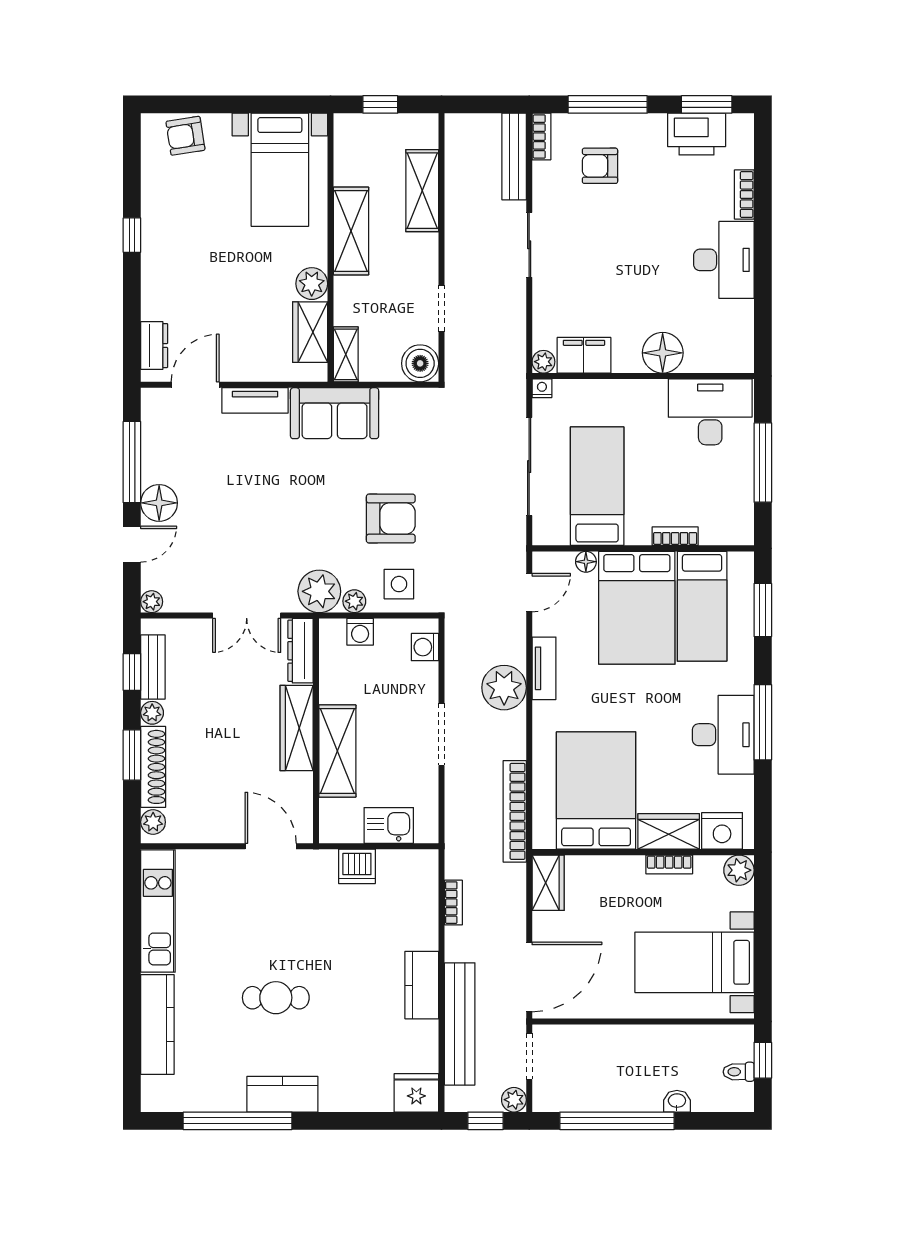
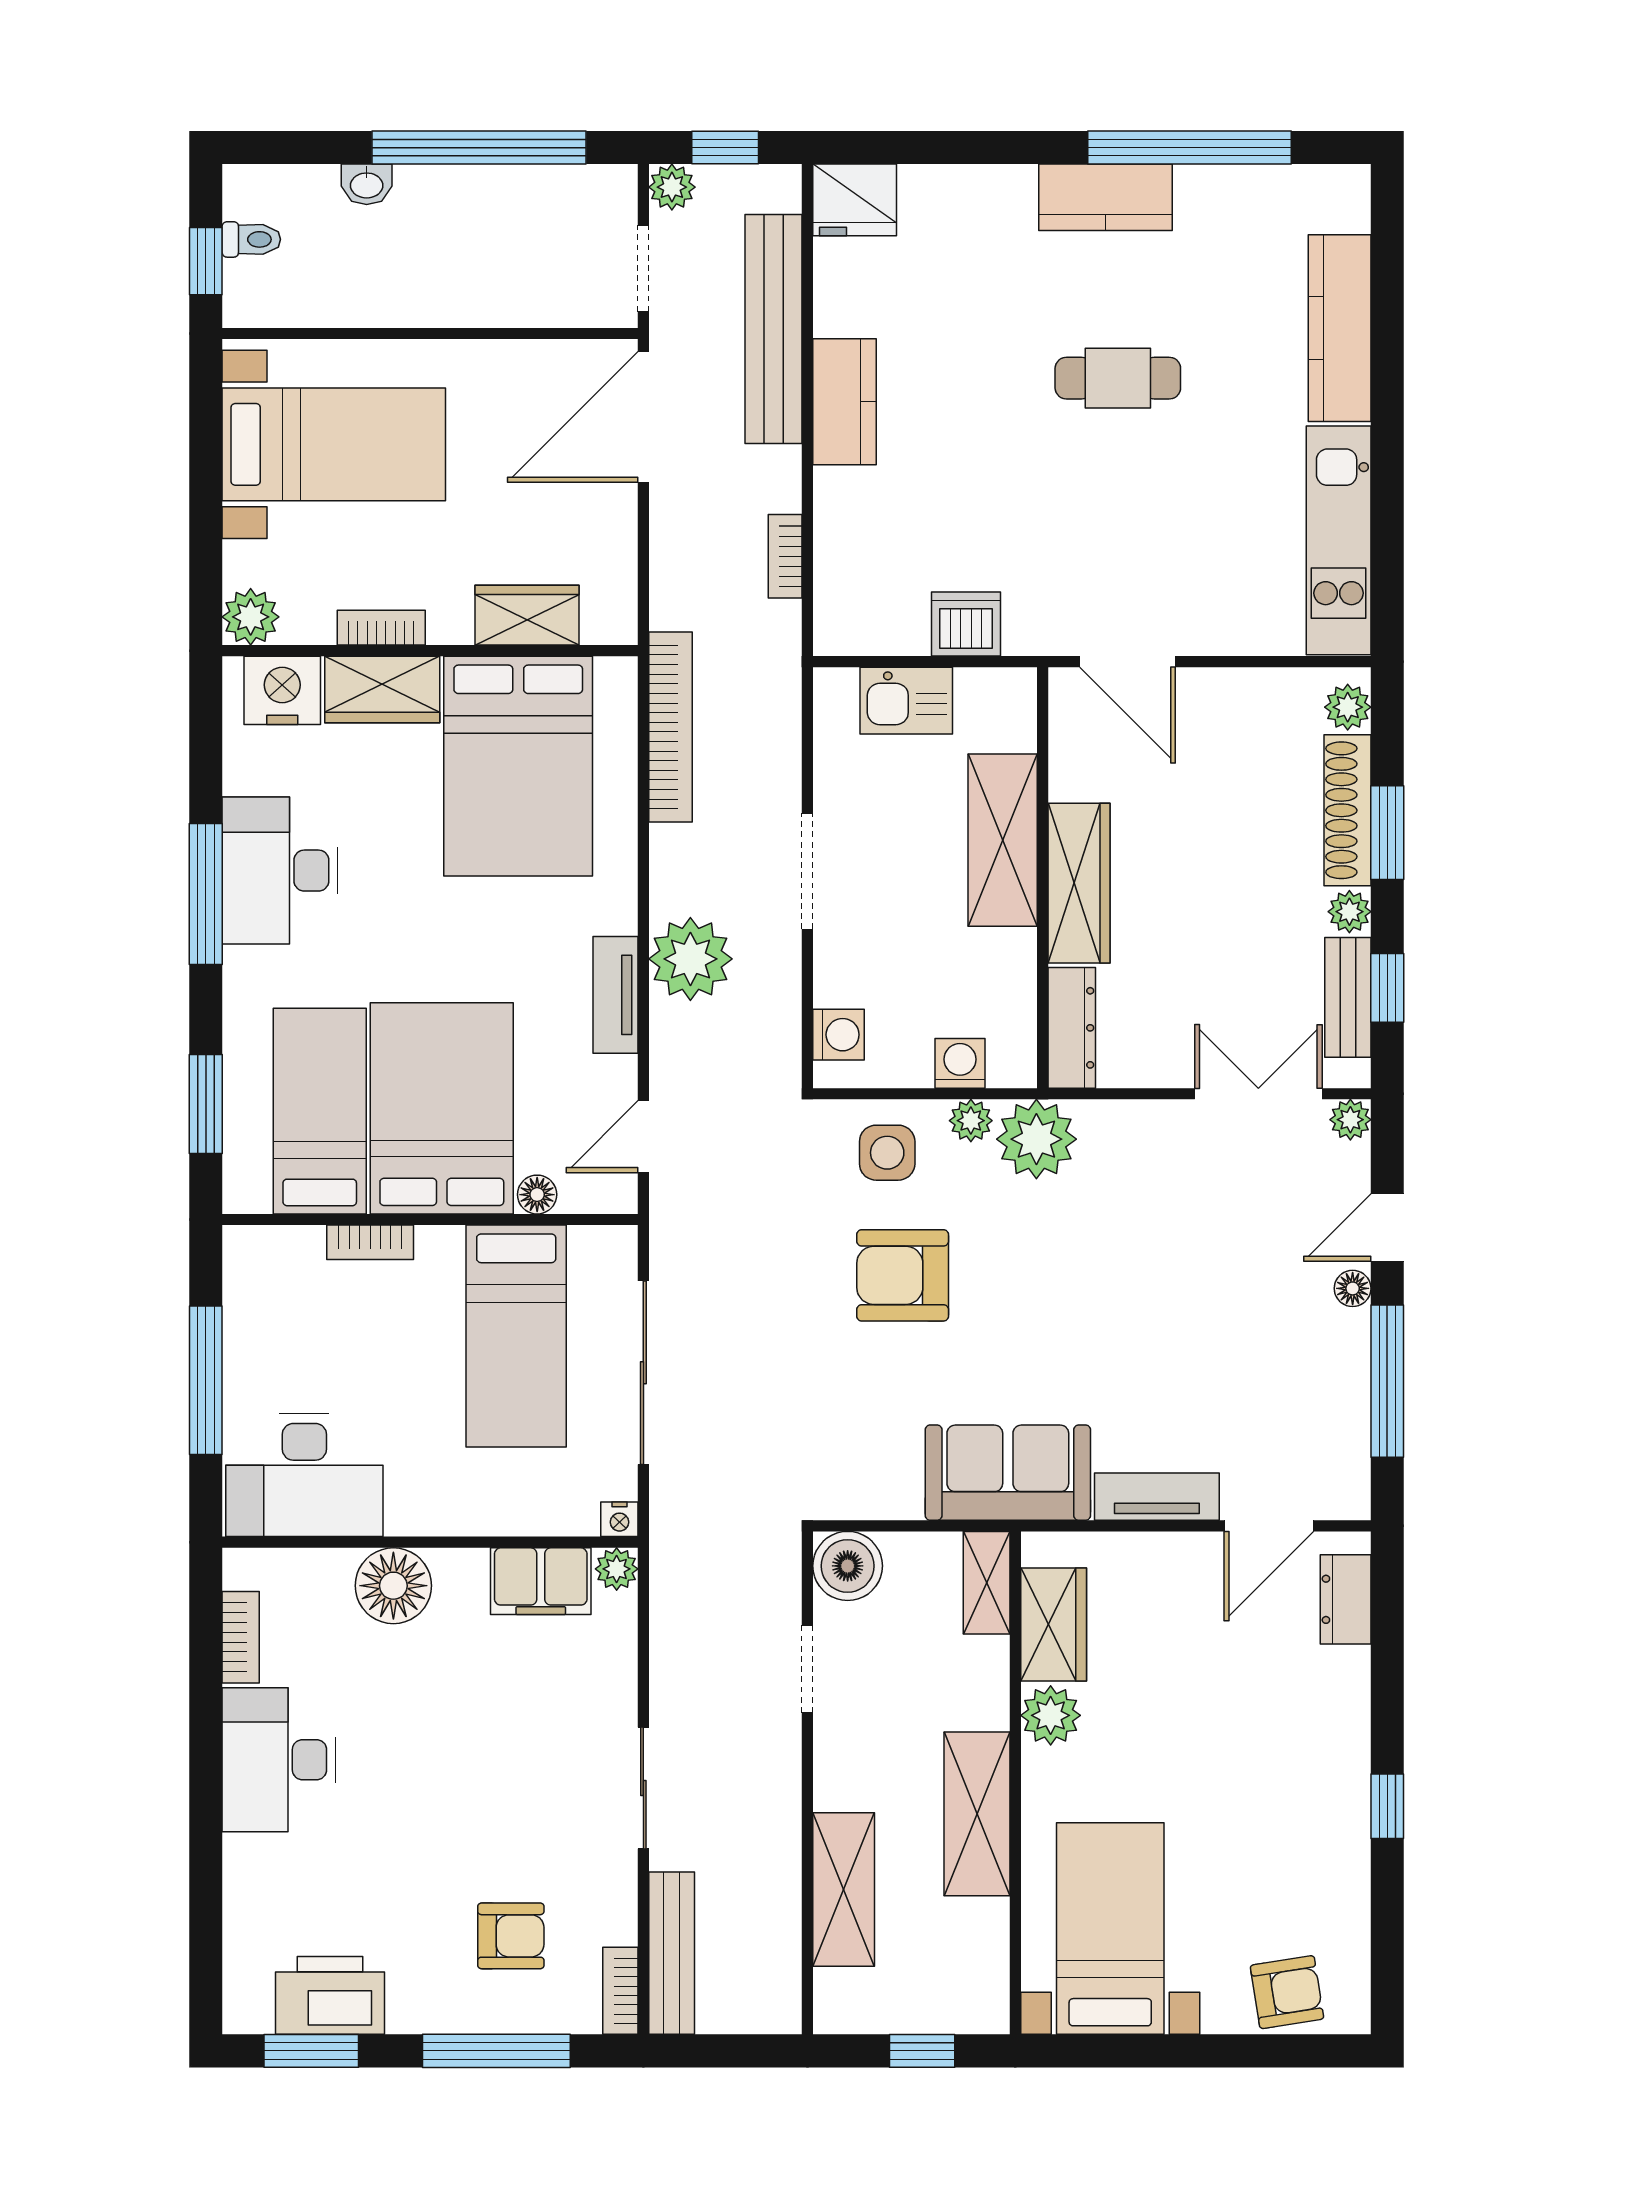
bookcase: (744, 194) -> (241, 1637), moved
floor lamp: (159, 503) -> (1353, 1288), width x0.53, depth x0.53
double door: (247, 616) -> (1258, 1094), moved
wardrobe: (548, 883) -> (527, 615), moved, turned 90

